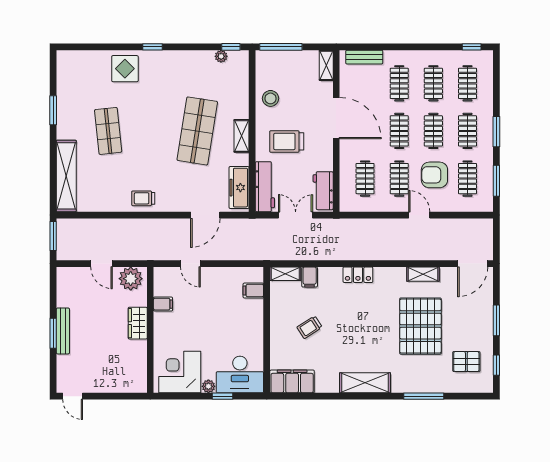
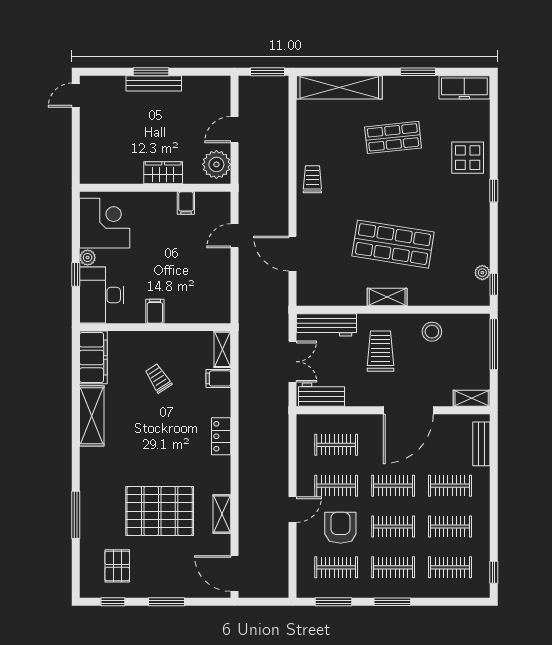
freezer: (239, 188) -> (464, 87), moved, turned 180
filing cabinet: (253, 291) -> (155, 311), moved
shelving: (365, 383) -> (92, 416), moved

